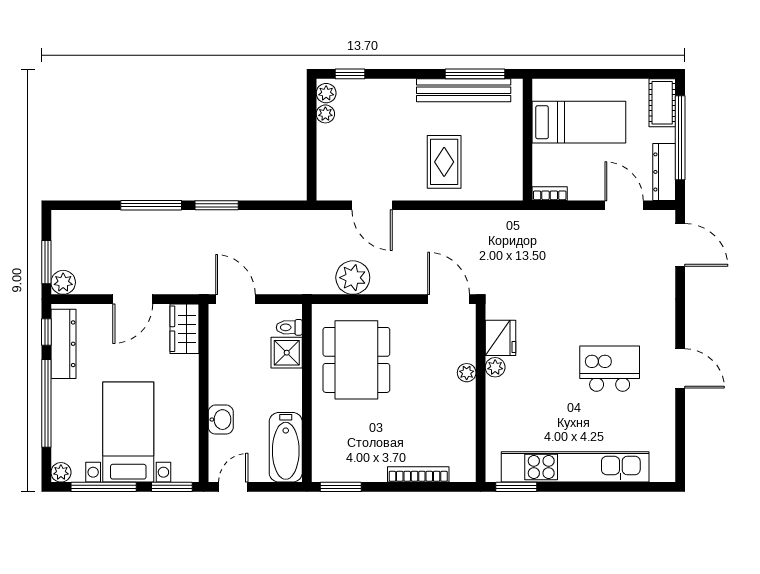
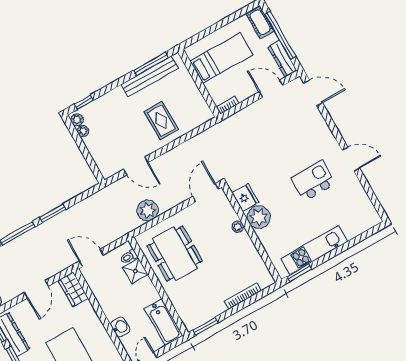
door: (449, 299) -> (206, 193), hinge flipped
plant: (495, 367) -> (259, 217), width x1.87, depth x1.87
kitchen unit: (575, 467) -> (314, 250), width x0.73

